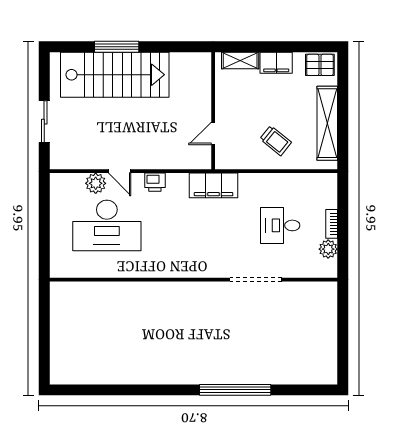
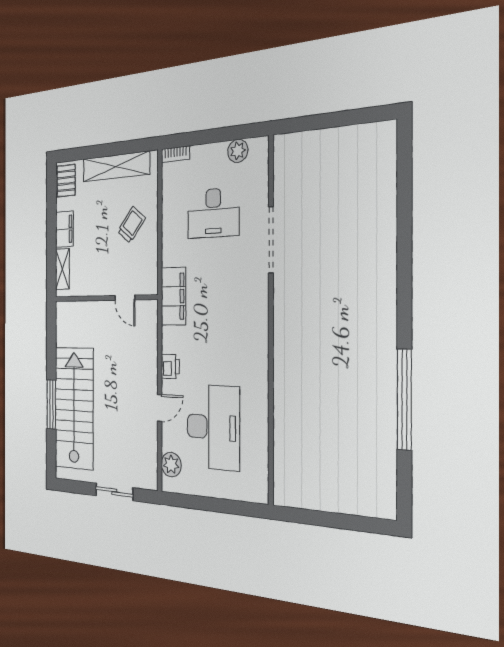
plant: (96, 183) -> (171, 464), moved
bookcase: (332, 224) -> (175, 154), moved
desk: (280, 225) -> (213, 213), width x1.37
window: (235, 390) -> (404, 399), moved

